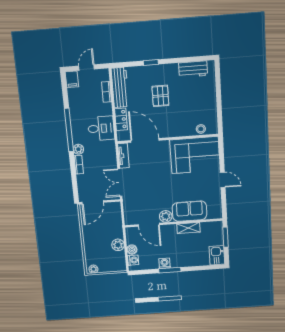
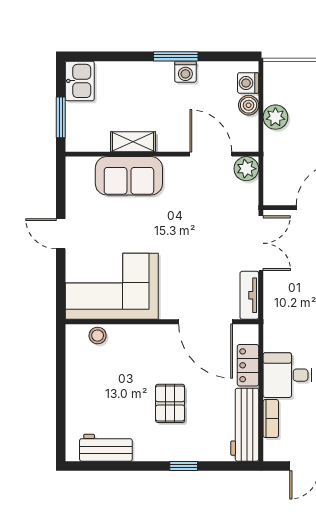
desk: (101, 128) -> (287, 375), moved
plant: (166, 216) -> (246, 169), moved

